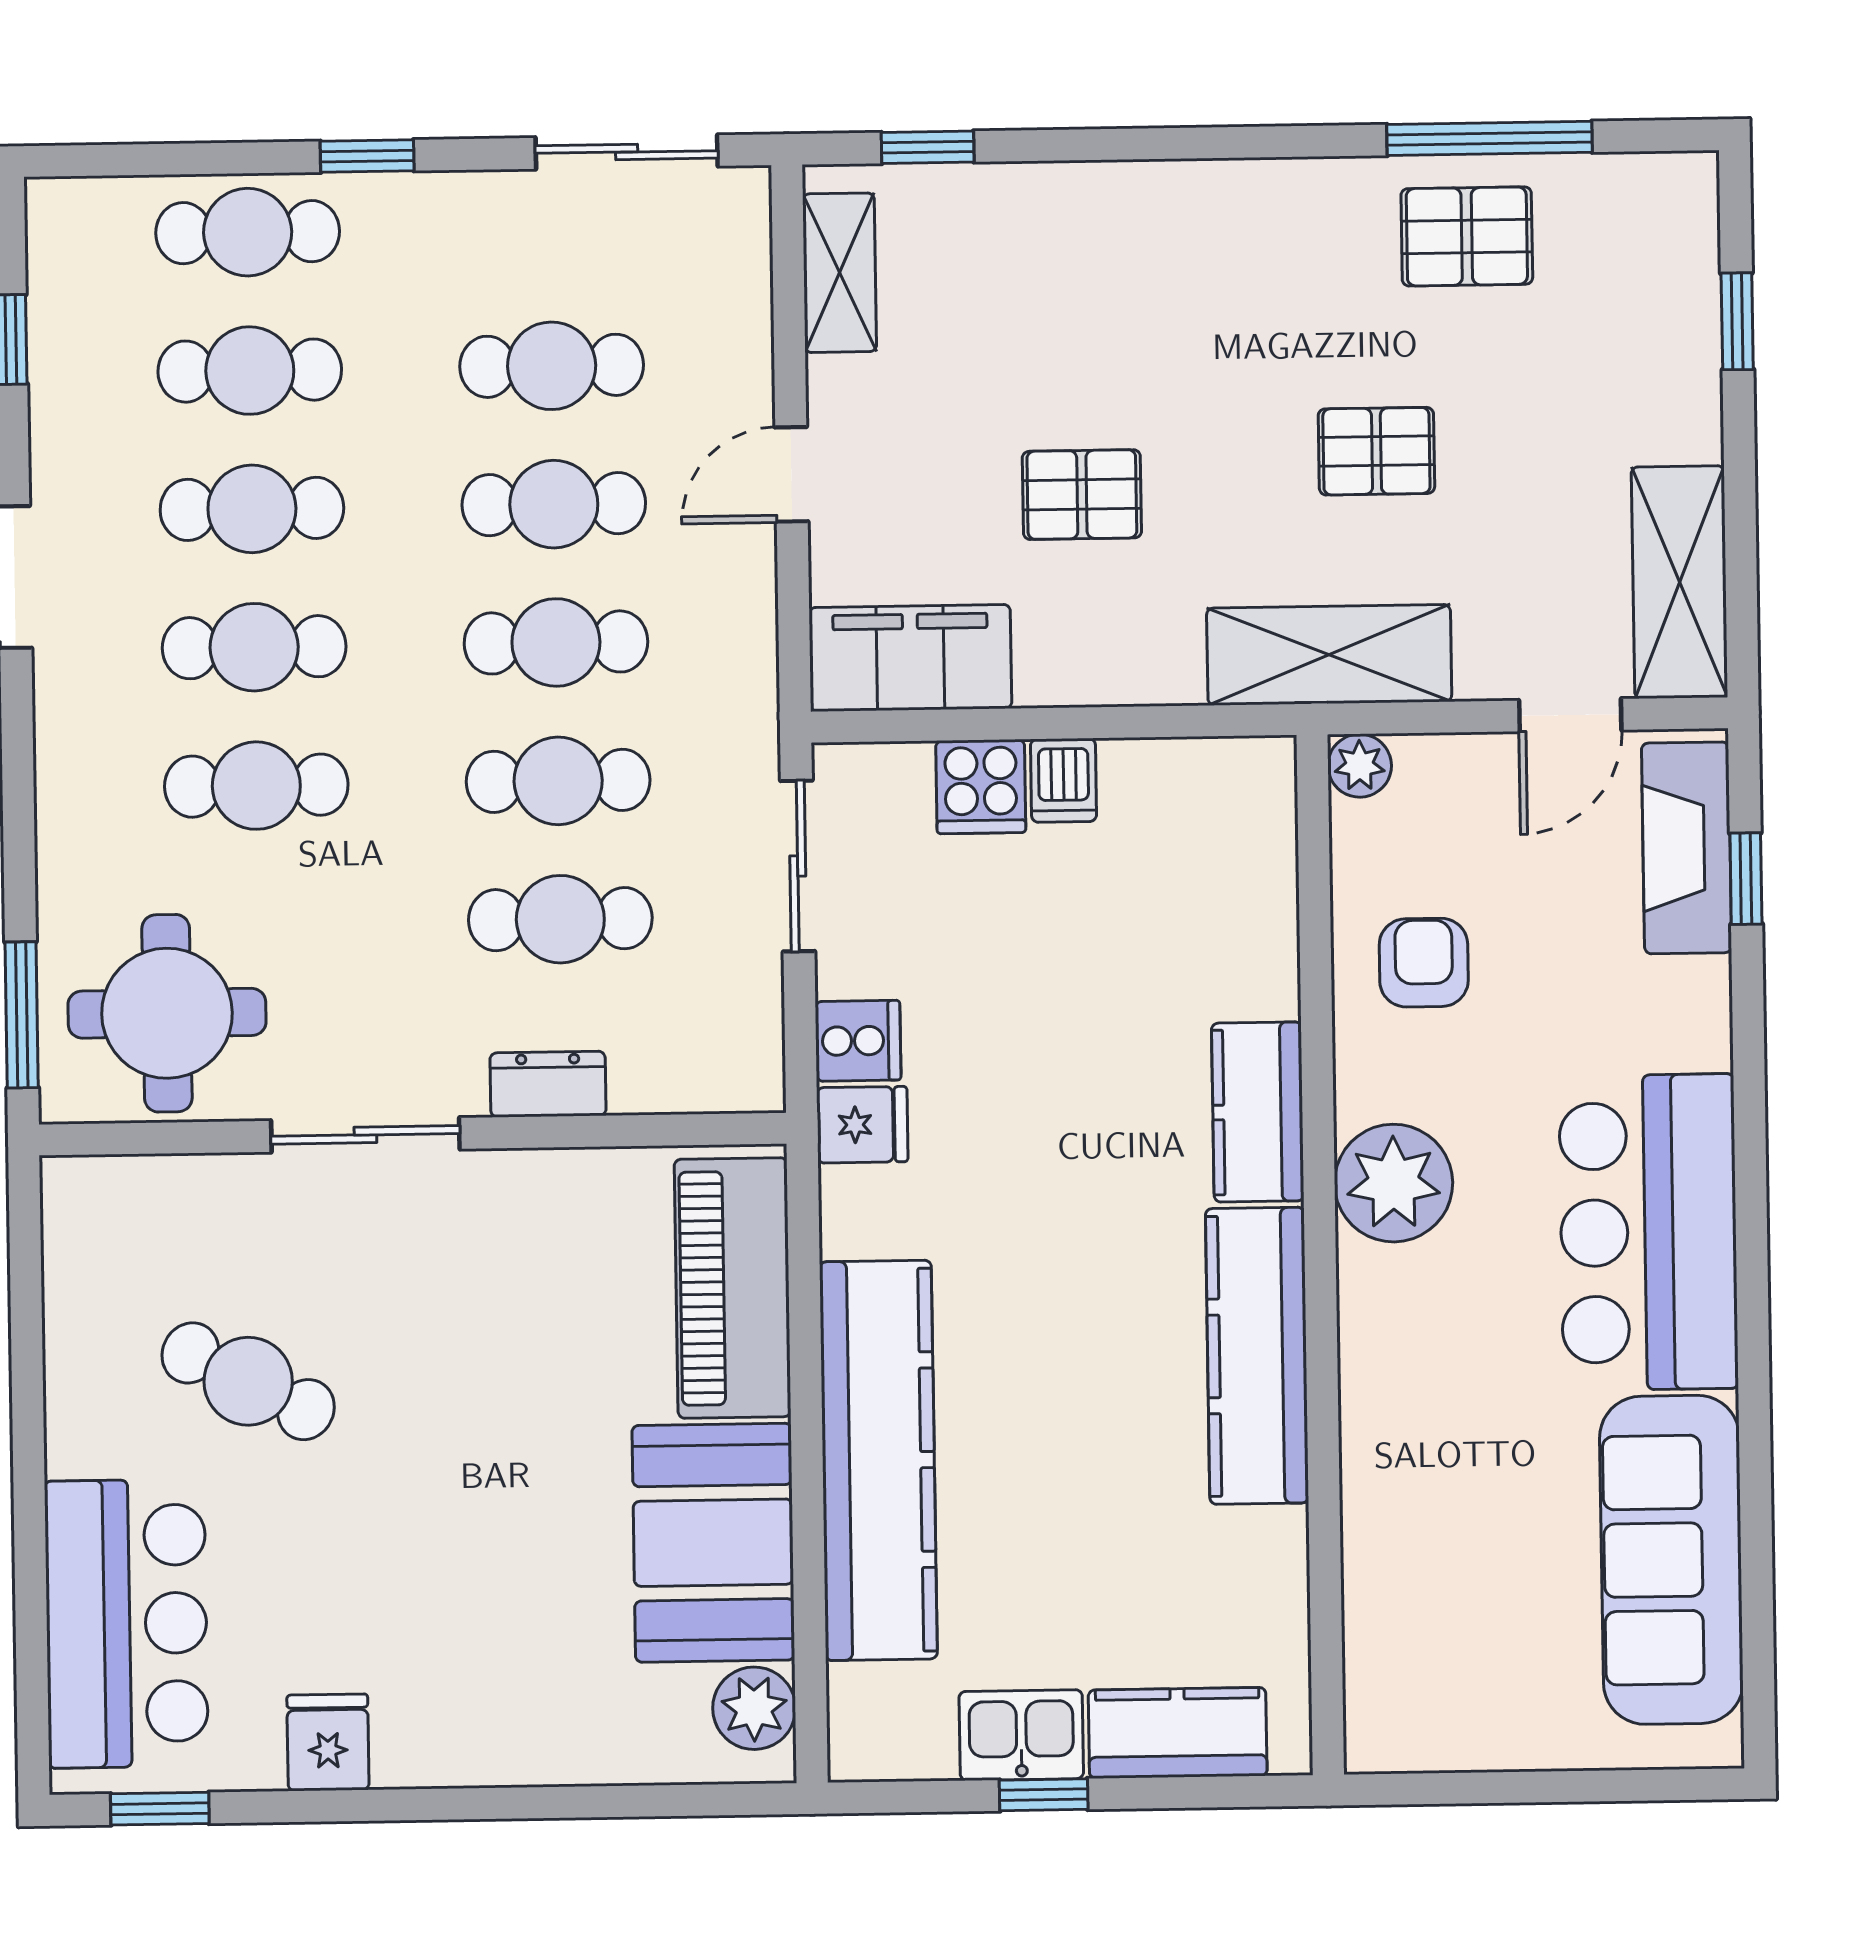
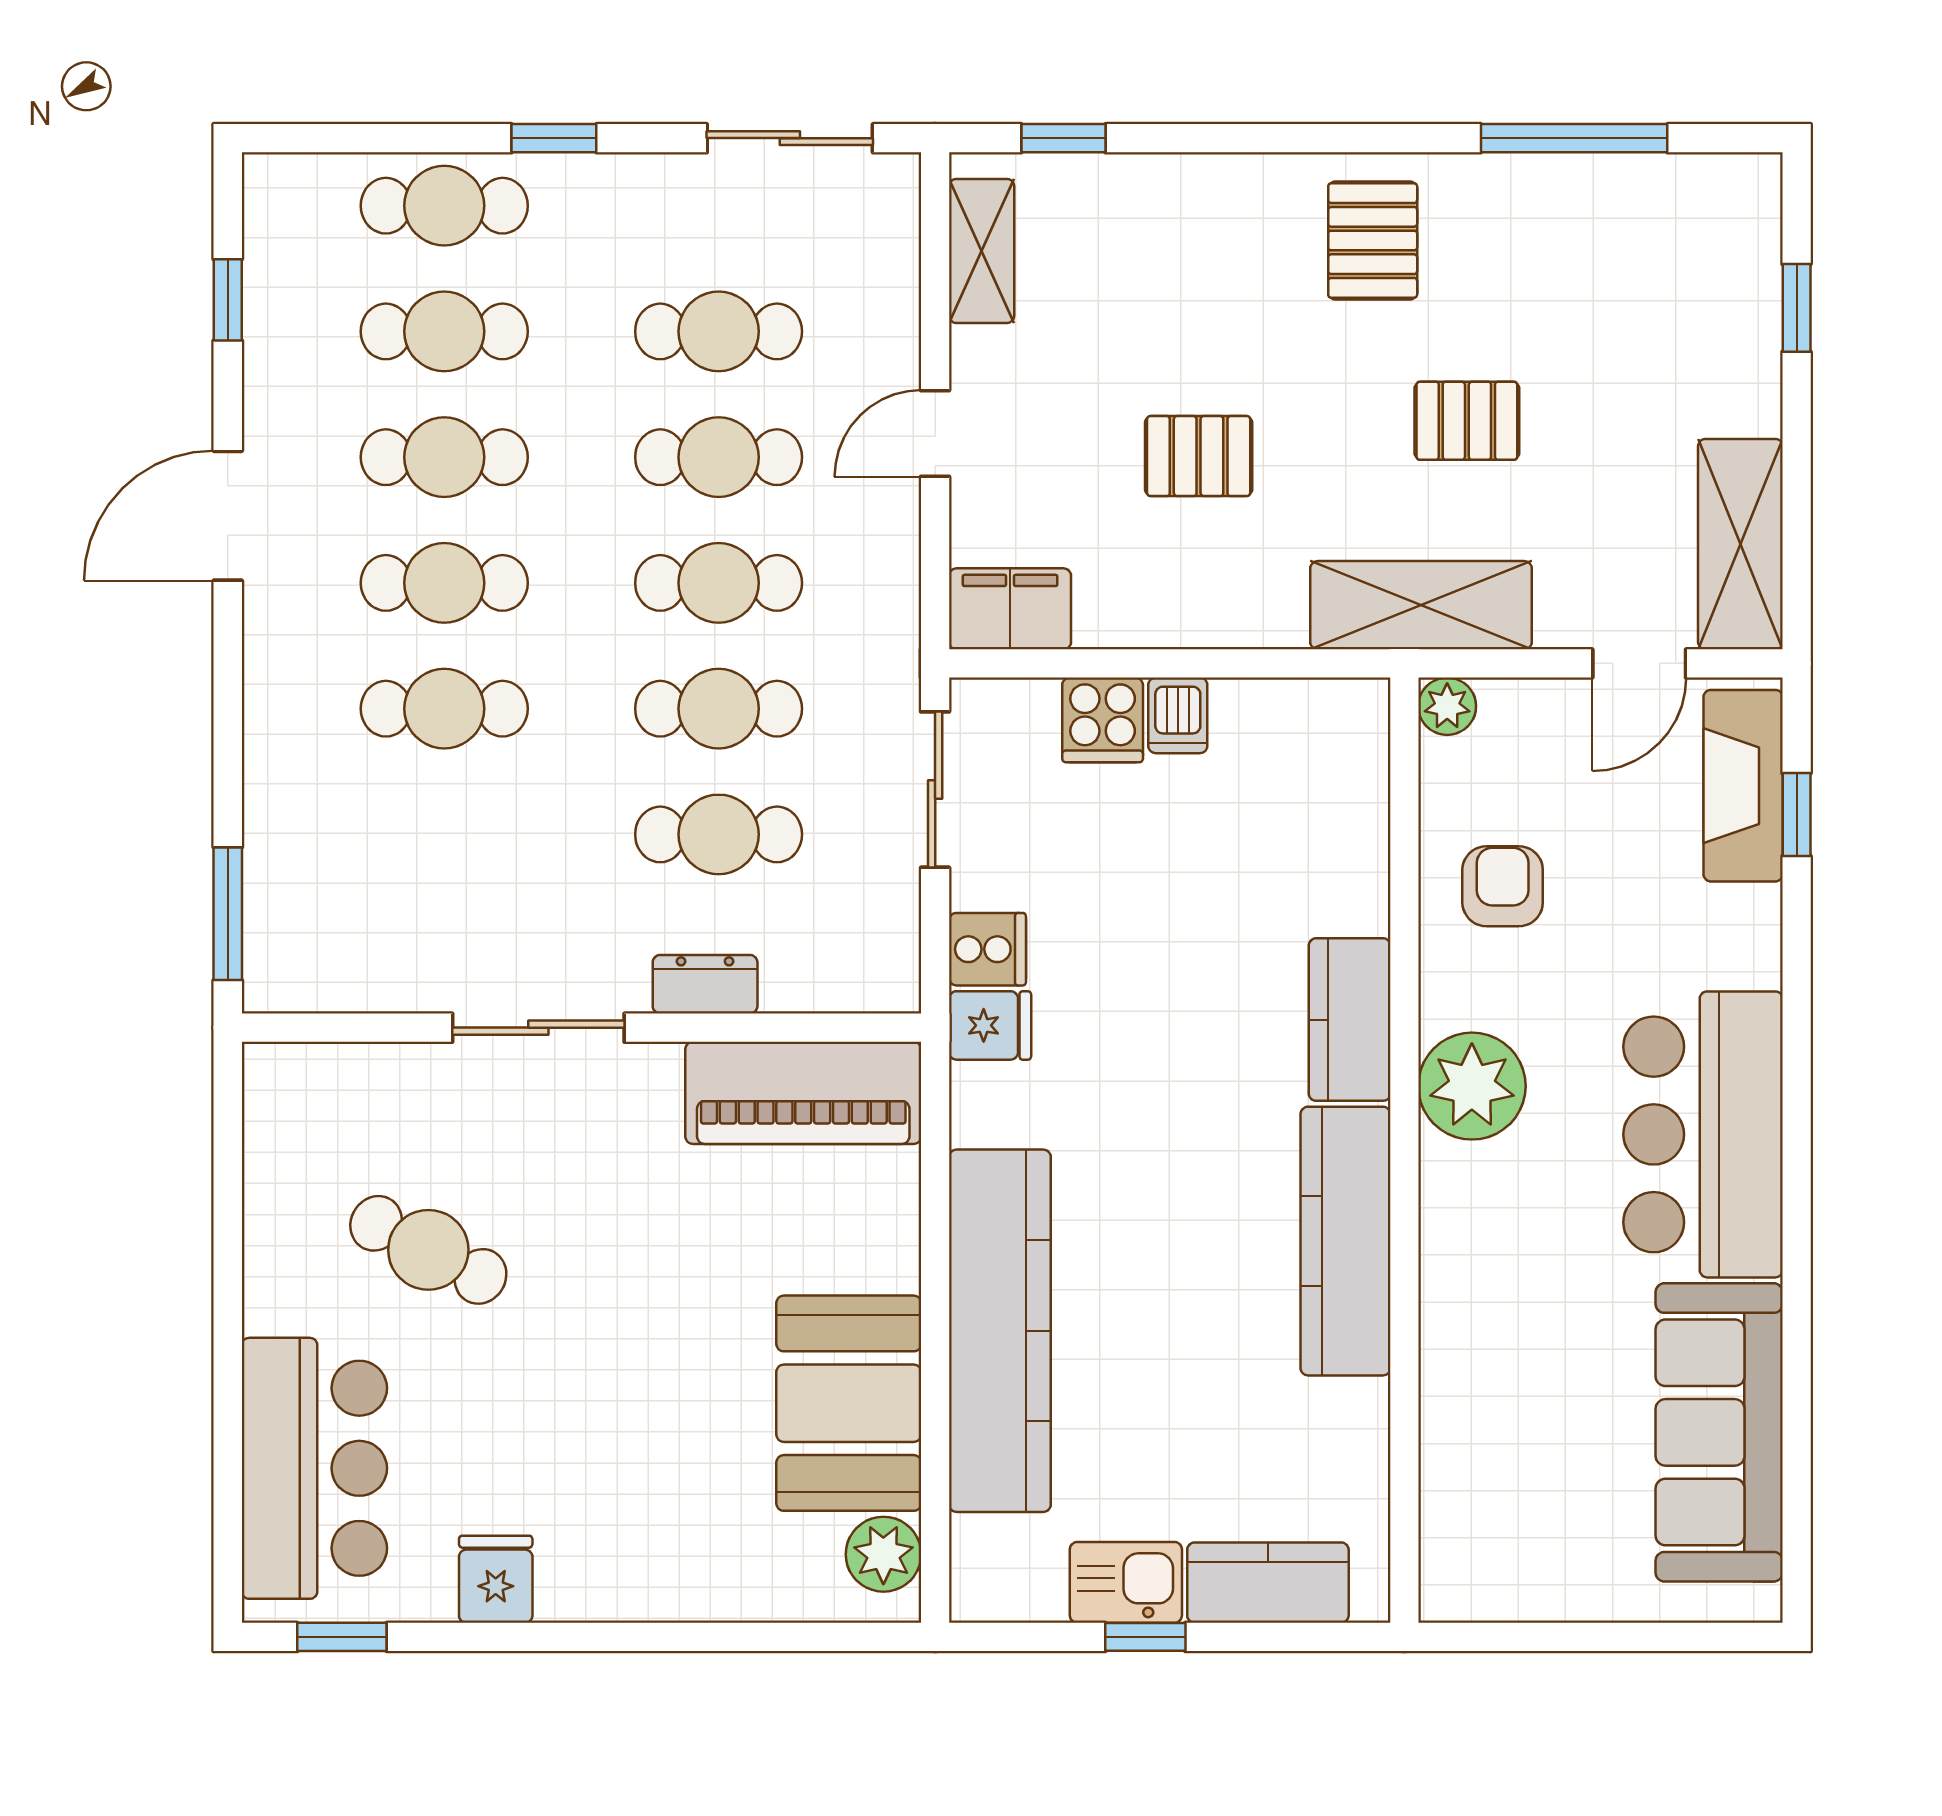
pallet: (1467, 236) -> (1373, 241), moved, turned 90
filing cabinet: (910, 658) -> (1010, 609), width x0.67, depth x0.86
round table: (167, 1013) -> (360, 914), removed
piano: (733, 1288) -> (803, 1093), moved, turned -90

